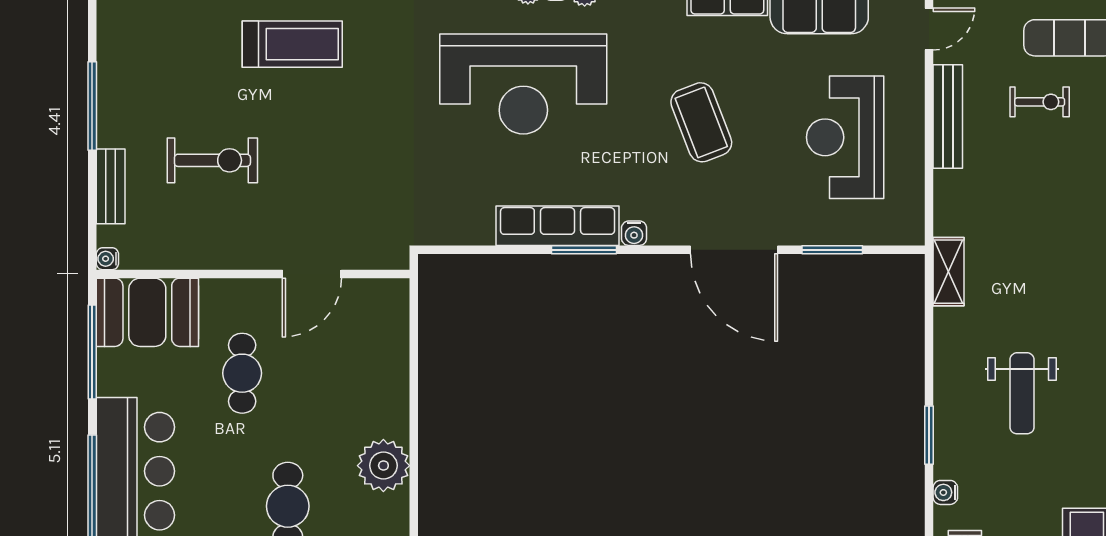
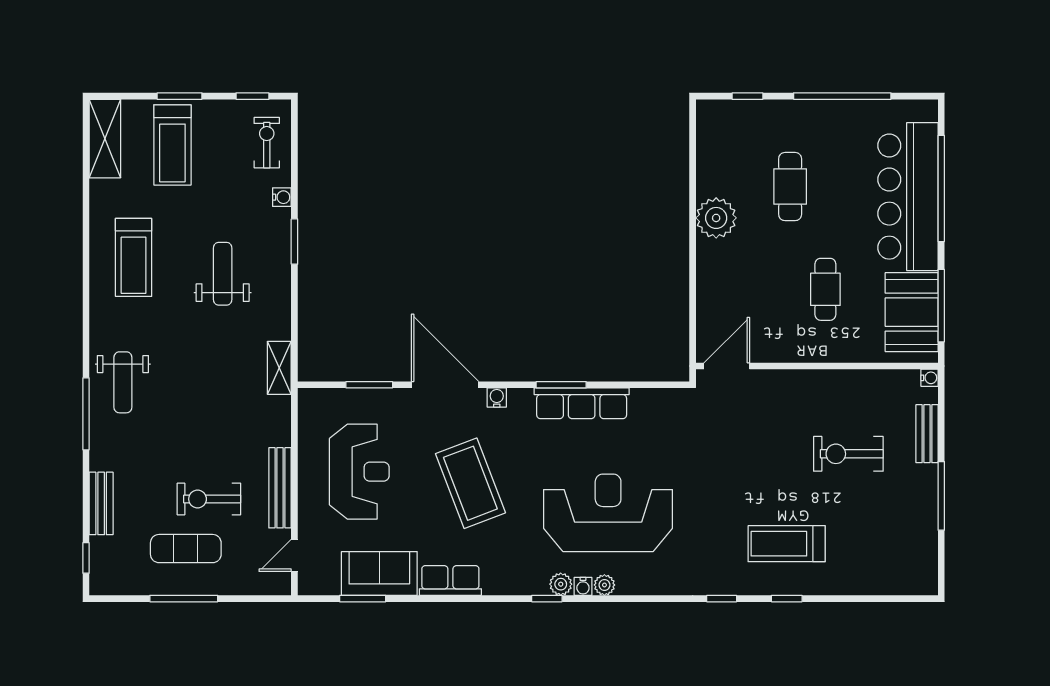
exercise bike: (1040, 102) -> (209, 499), width x1.38, depth x1.39
coffee table: (701, 122) -> (470, 483), width x1.36, depth x1.32
water cooler: (634, 233) -> (497, 398), moved
door: (312, 274) -> (727, 366), moved
booth: (147, 312) -> (912, 312), moved, turned 90

